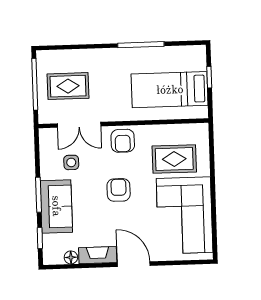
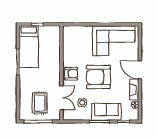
bed: (170, 90) -> (29, 47), moved
rug: (174, 159) -> (82, 45), removed
armchair: (119, 190) -> (98, 77), width x1.88, depth x1.88
door: (134, 264) -> (140, 70), hinge flipped

